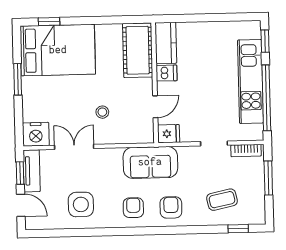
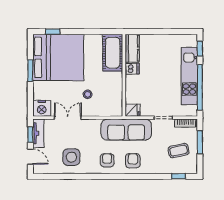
bed: (58, 50) -> (58, 57), width x1.36
door: (155, 107) -> (124, 92), removed
sofa: (150, 162) -> (126, 130), width x1.36
coffee table: (222, 200) -> (179, 151), moved

